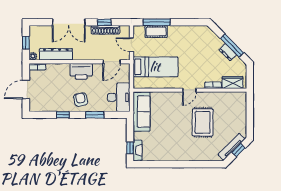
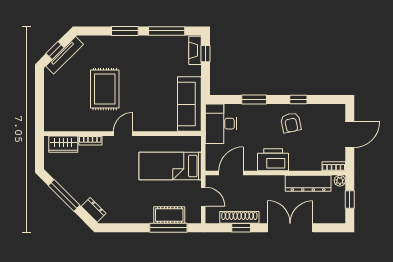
dresser: (228, 52) -> (94, 210), moved
armchair: (81, 100) -> (291, 123), moved
window: (158, 164) -> (167, 31), added
window: (188, 164) -> (125, 31), added

